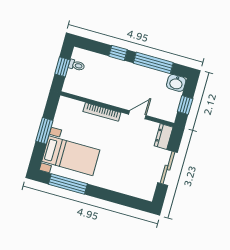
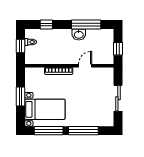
window: (118, 53) -> (46, 24), moved
washbasin: (176, 83) -> (79, 34), moved
dresser: (164, 136) -> (109, 76), removed
window: (112, 196) -> (83, 131), added

